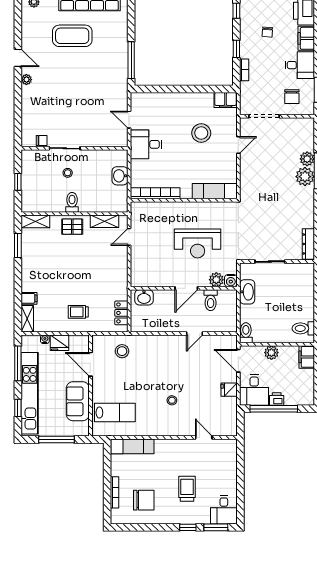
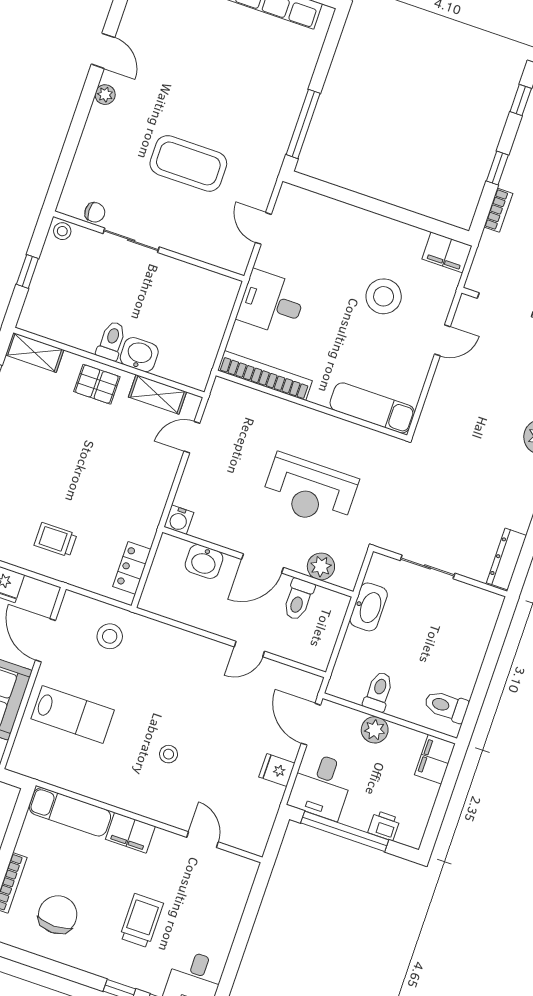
coffee table: (72, 36) -> (188, 163), moved
desk: (146, 144) -> (272, 303), moved
stool: (68, 173) -> (62, 231), moved
washbasin: (120, 176) -> (139, 355), moved, turned 90
water cooler: (231, 281) -> (179, 520), moved
washbasin: (144, 297) -> (204, 562), moved
toilet: (246, 333) -> (378, 692), moved
printer: (277, 399) -> (384, 826), moved
lab bench: (115, 413) -> (73, 714), moved
filing cabinet: (166, 446) -> (130, 833), added
chair: (144, 500) -> (58, 915), turned -90

